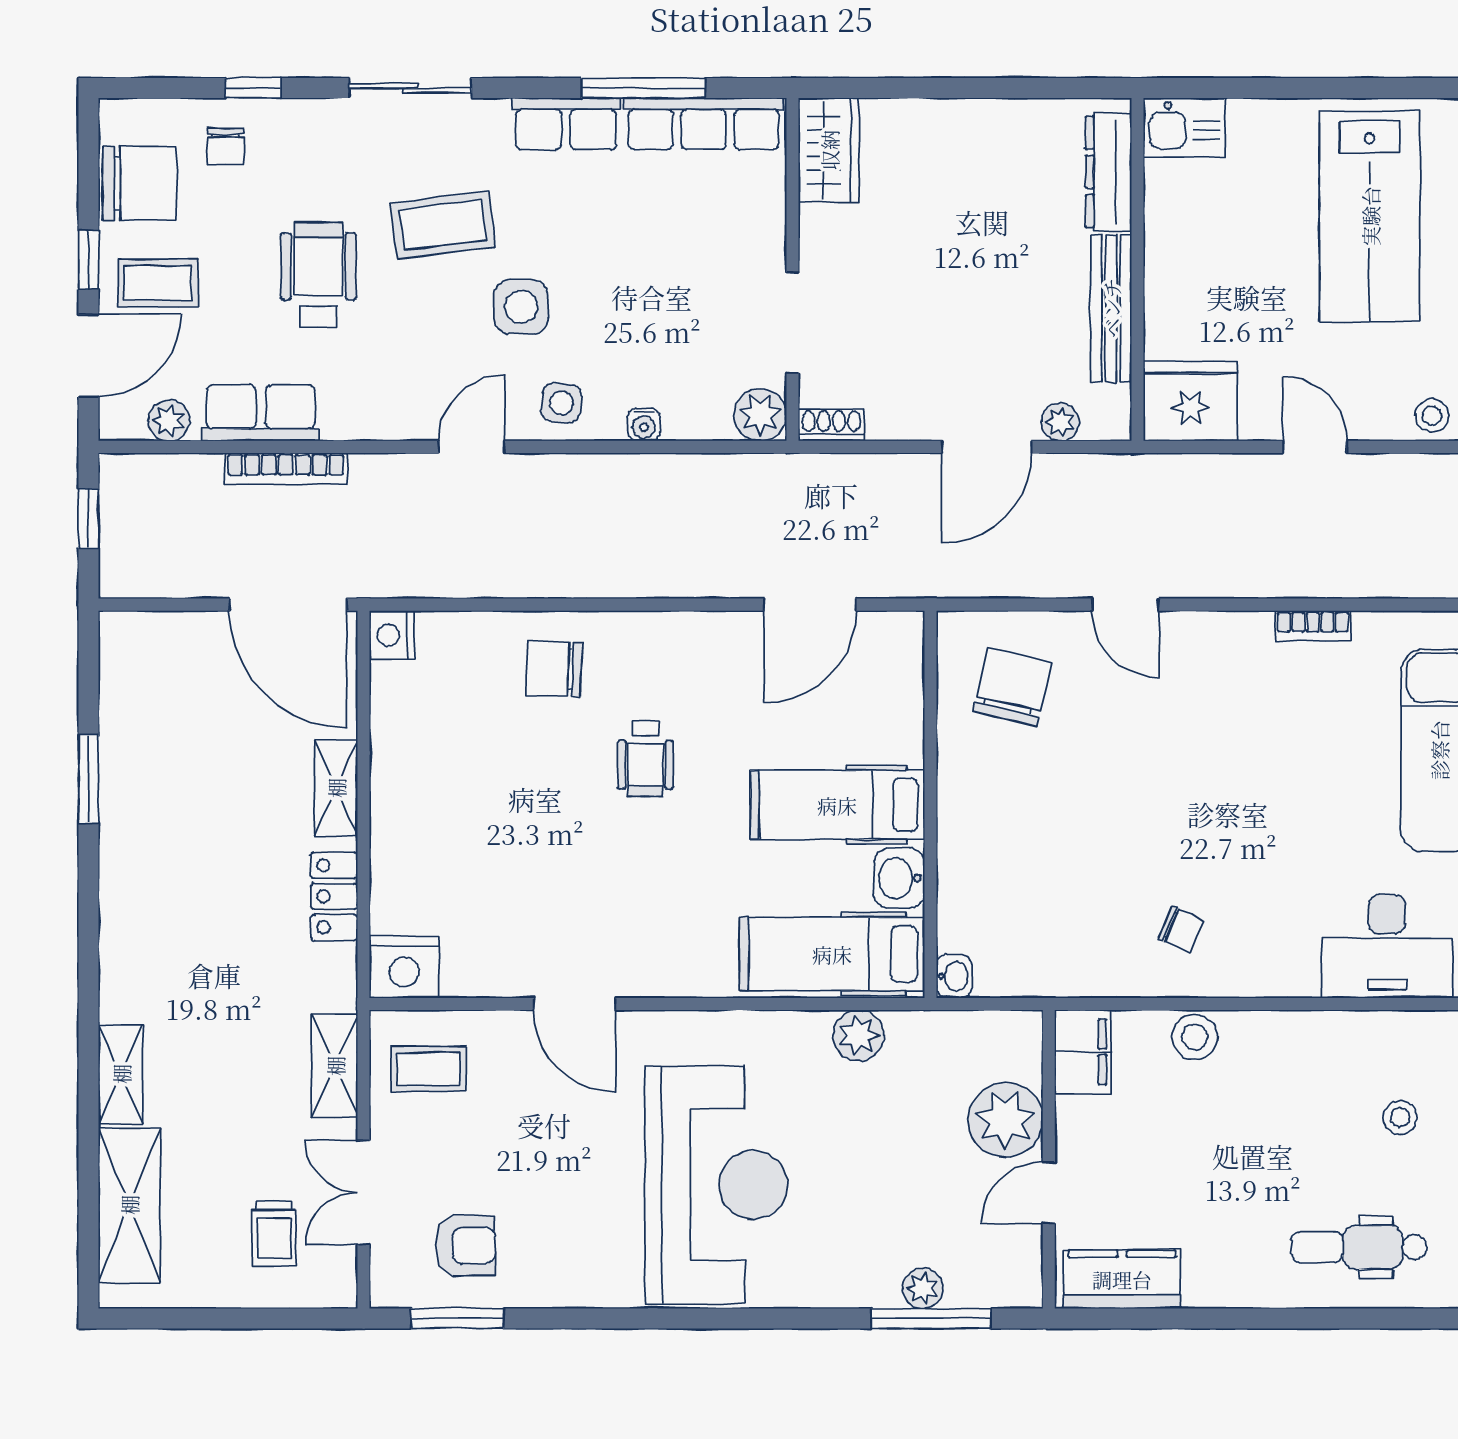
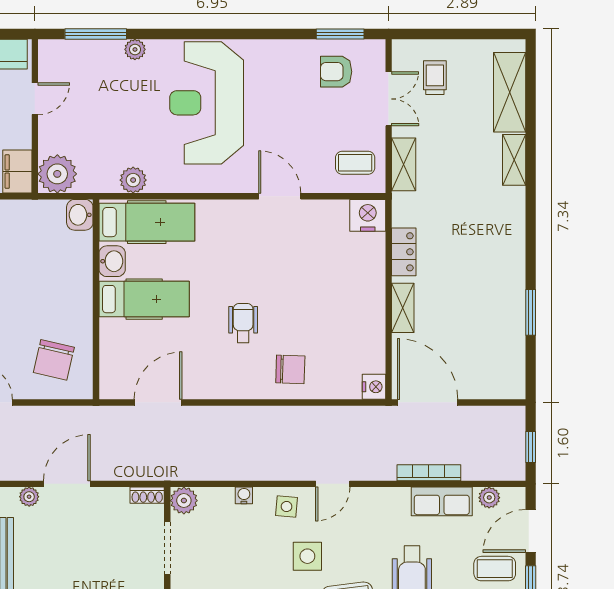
washbasin: (954, 976) -> (80, 215), width x1.38, depth x1.45
plant: (1005, 1120) -> (57, 174), moved
plant: (923, 1288) -> (135, 49), moved

